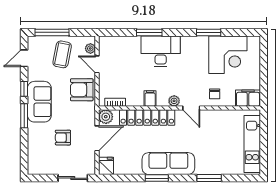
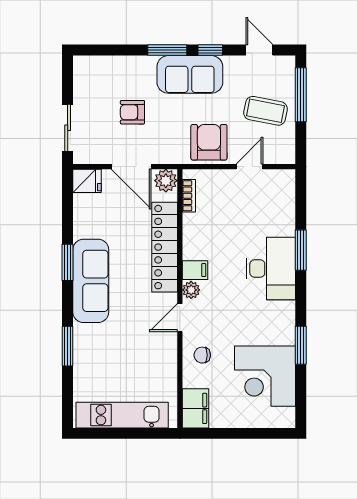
plant: (90, 48) -> (275, 156), removed
filing cabinet: (150, 98) -> (195, 270), moved
armchair: (63, 138) -> (132, 112), turned -90

